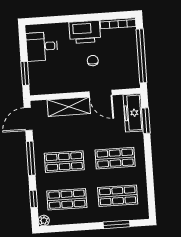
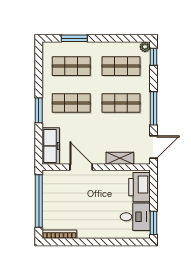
printer: (85, 32) -> (140, 187), moved, turned -90
chair: (93, 61) -> (87, 200), removed
window: (25, 73) -> (154, 223), moved
shelving: (69, 107) -> (120, 158), width x0.67, depth x0.75
window: (146, 121) -> (39, 110), moved
window: (34, 199) -> (154, 57), moved

